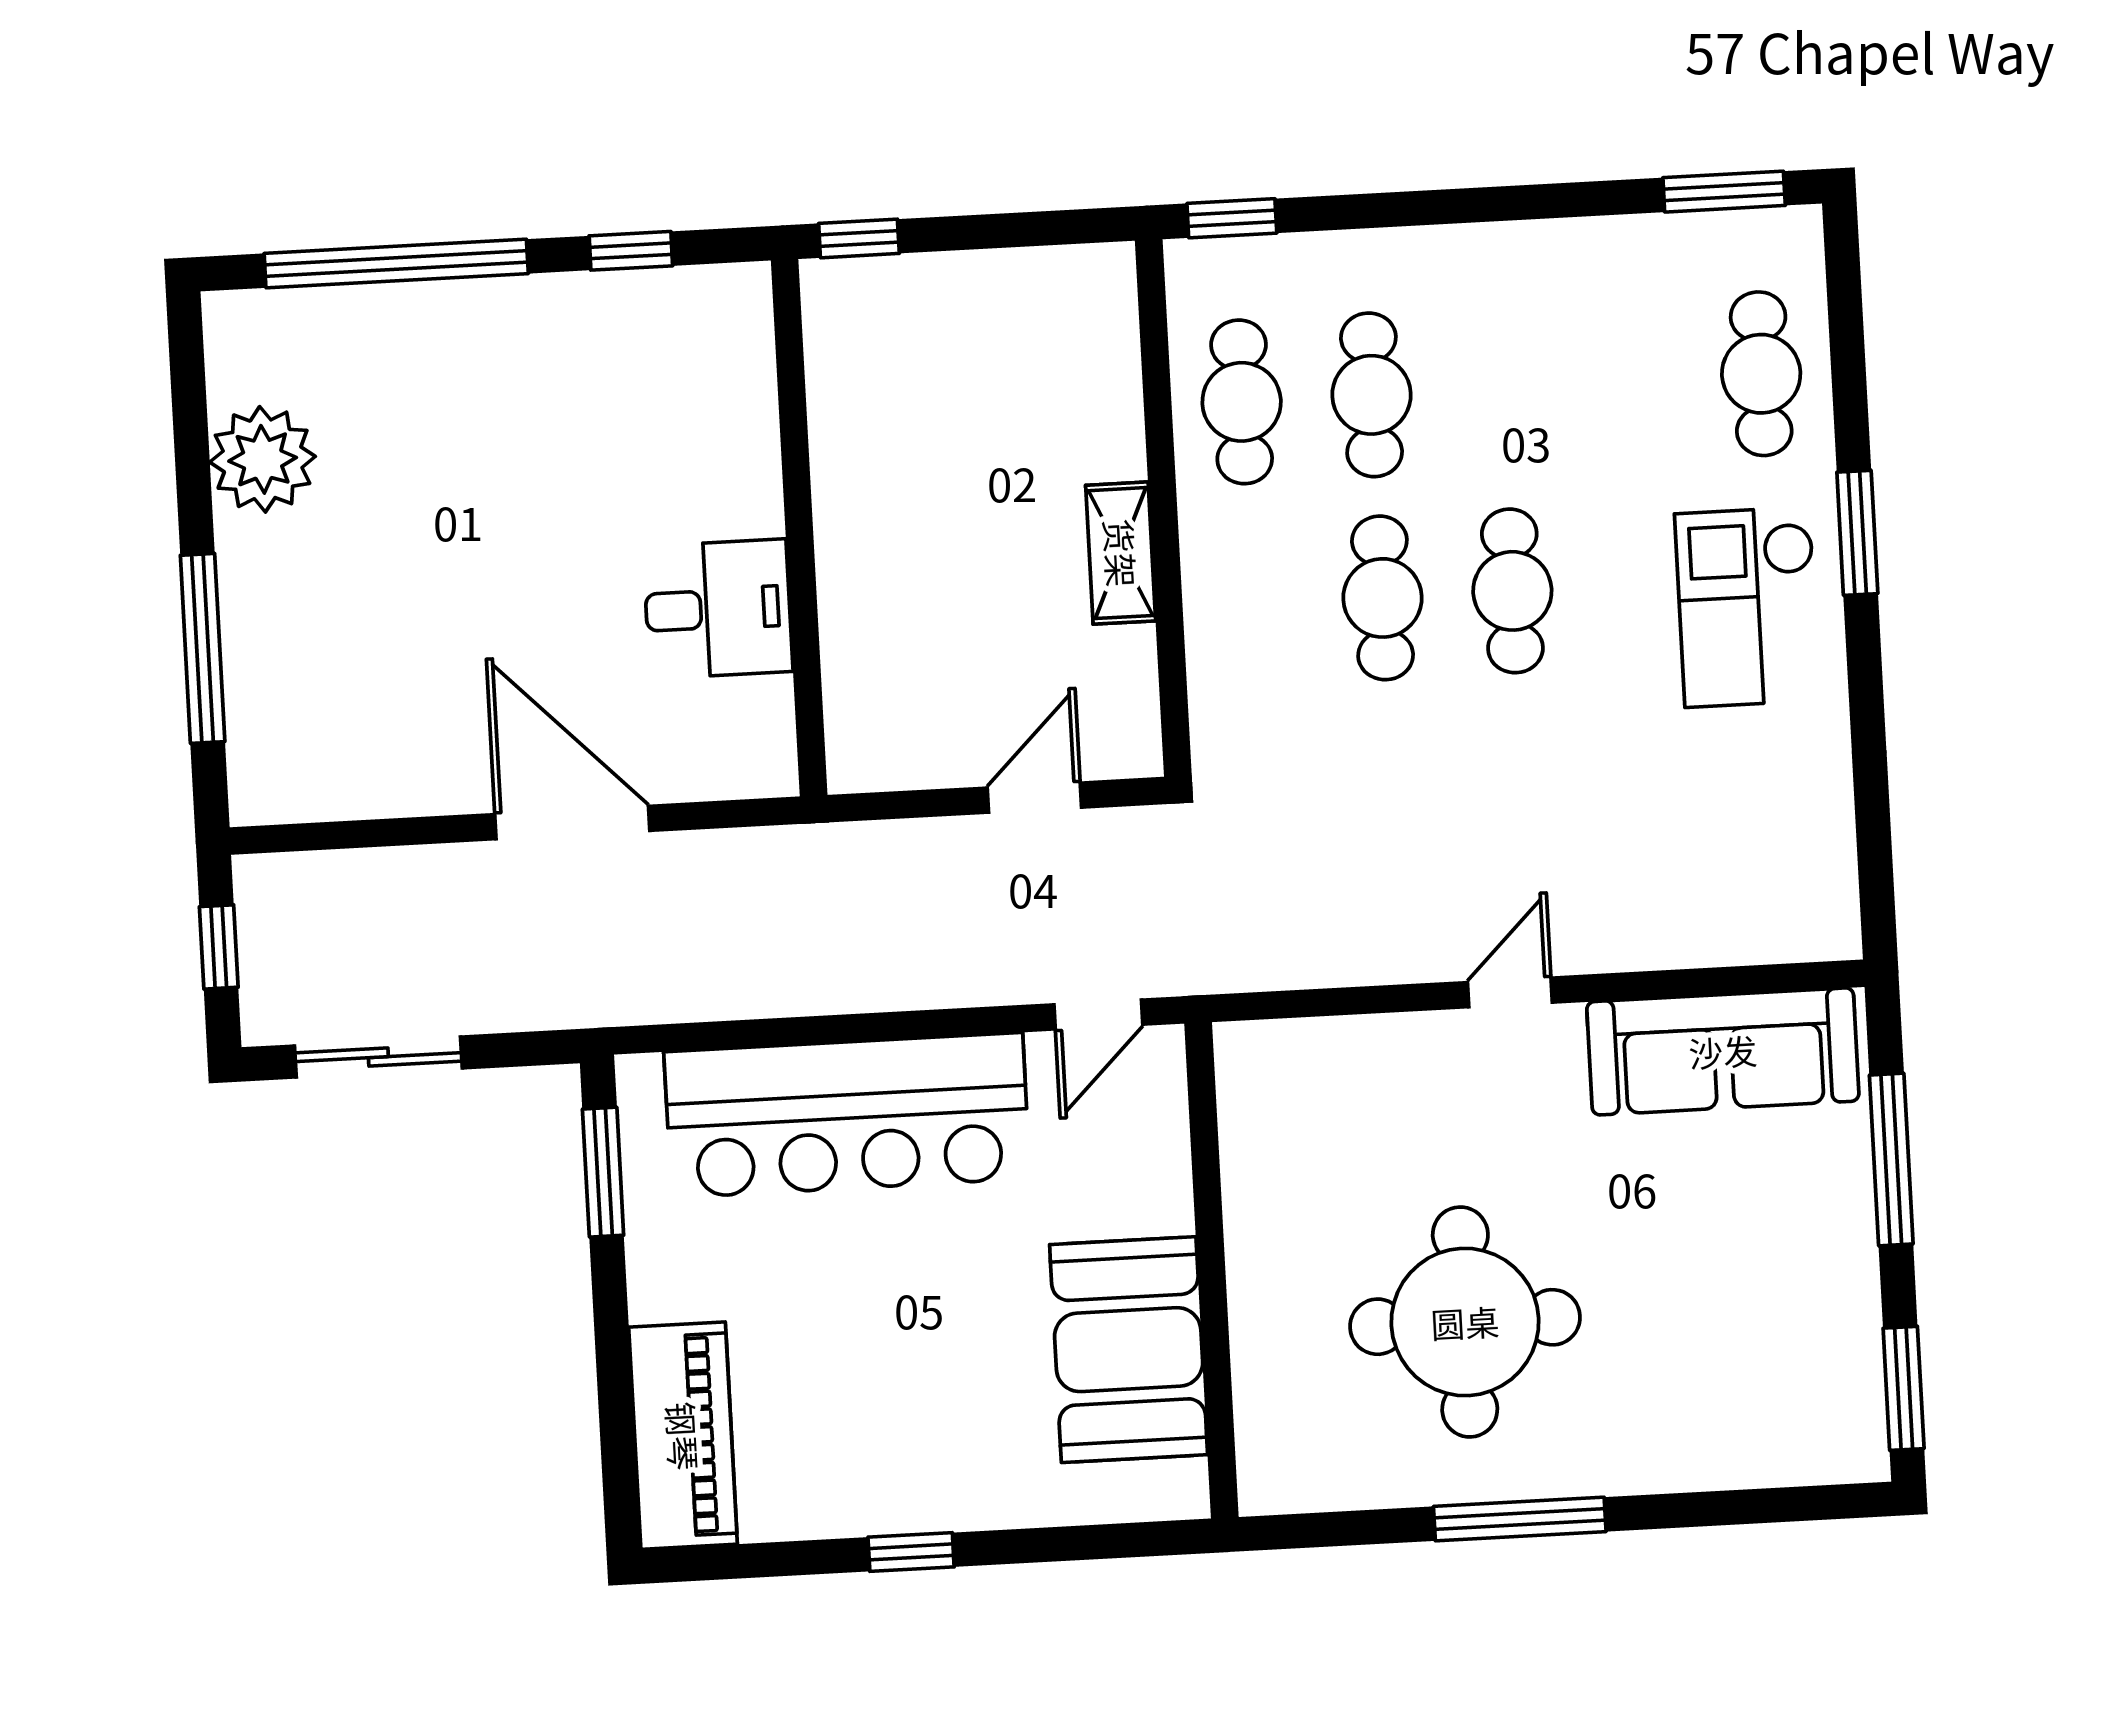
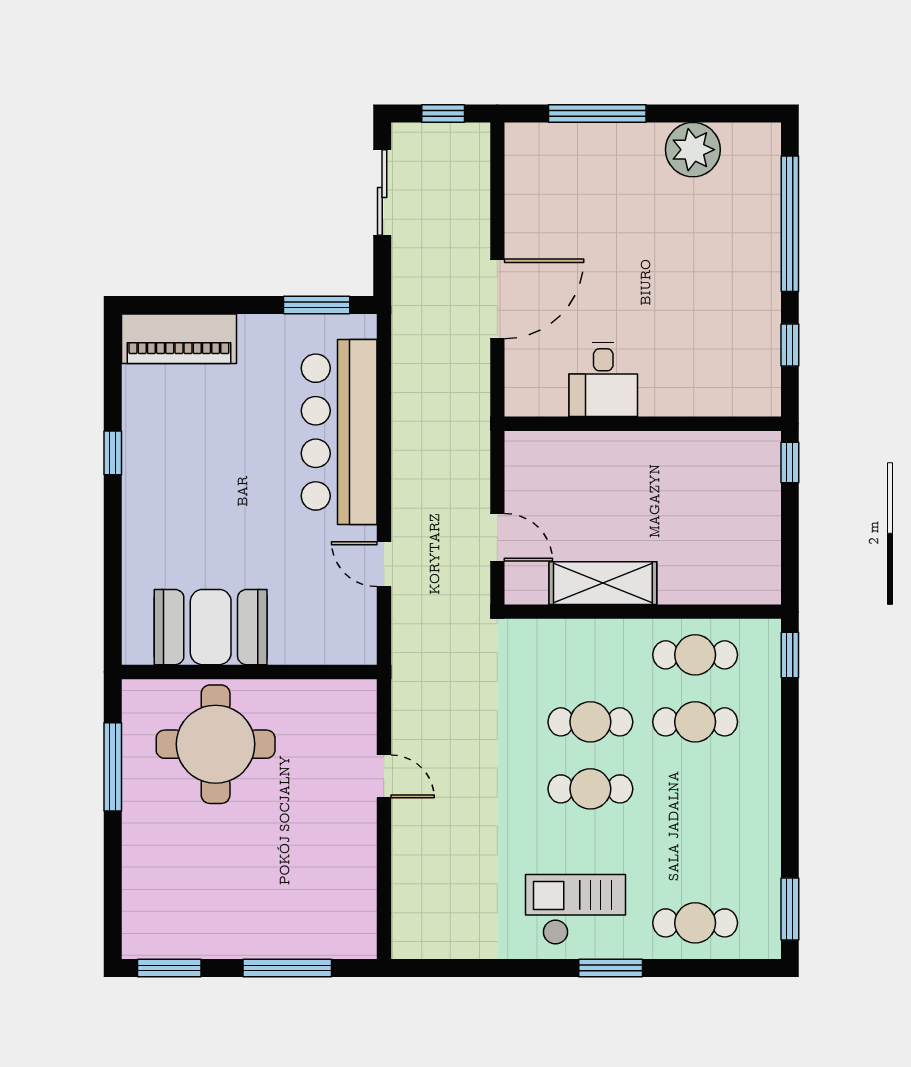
shelving: (1121, 553) -> (603, 583), width x1.50, depth x1.33
sofa: (1723, 1051) -> (348, 884), removed
wall: (1211, 1270) -> (249, 672), moved
booth: (1129, 1350) -> (211, 627), moved

